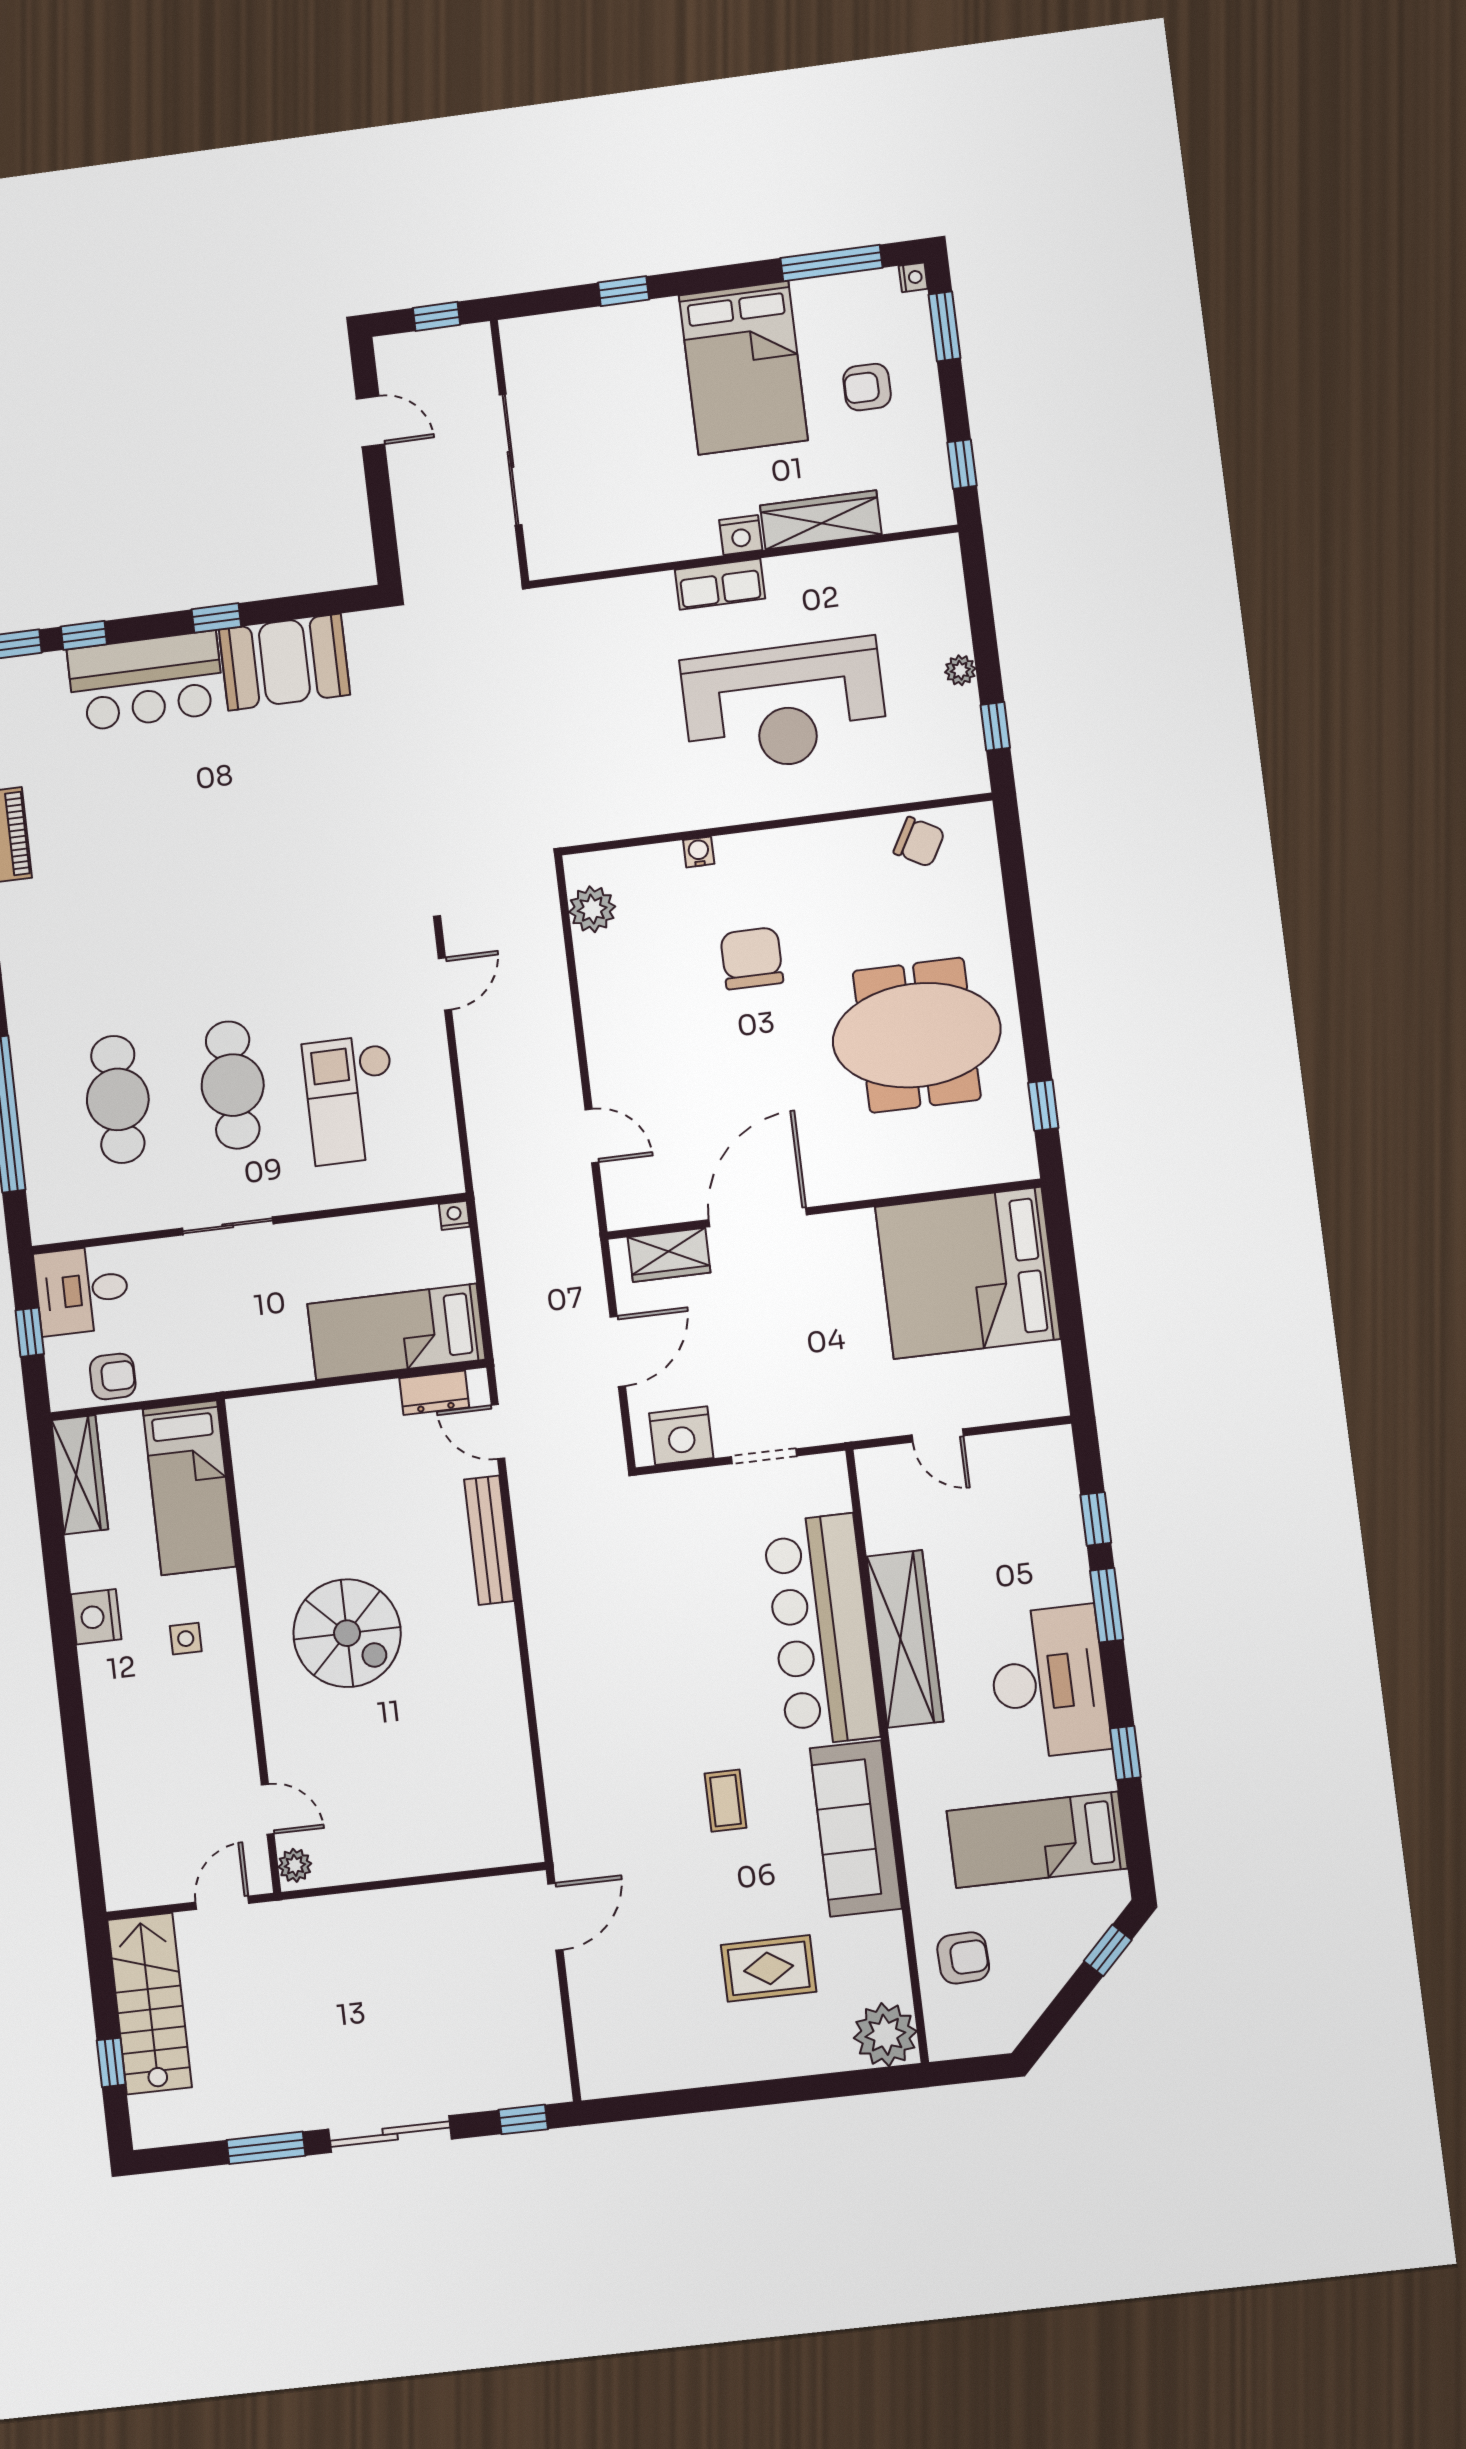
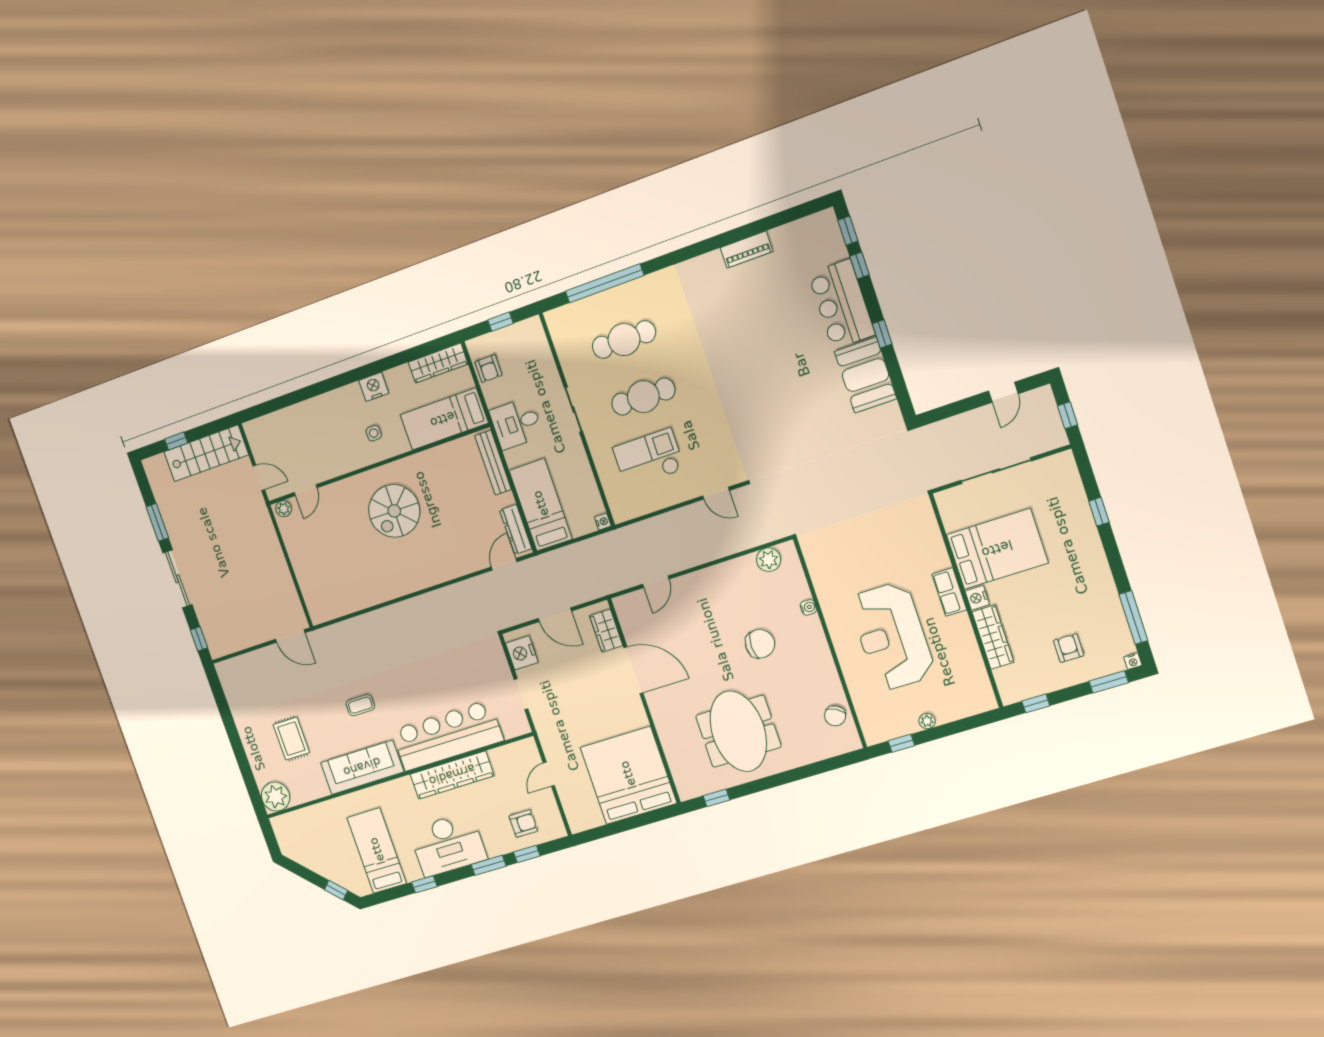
bed: (743, 368) -> (997, 549), moved, turned 180
desk: (82, 1290) -> (516, 423), moved, turned -90
dresser: (434, 1393) -> (516, 529), width x1.44
bench: (489, 1540) -> (493, 463), moved, turned 90
armchair: (963, 1958) -> (523, 823), moved, turned -88

